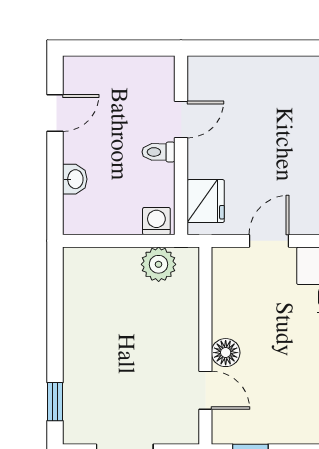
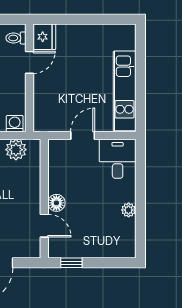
toilet: (159, 152) -> (16, 38), moved
fridge: (206, 201) -> (44, 37), moved

